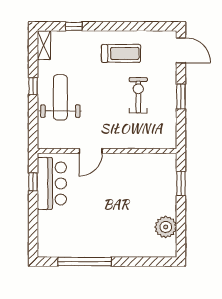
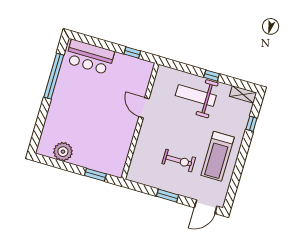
treadmill: (121, 53) -> (218, 156), width x1.37, depth x1.38
weight bench: (60, 97) -> (196, 95), turned 180
bar counter: (52, 183) -> (90, 57), moved

